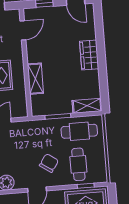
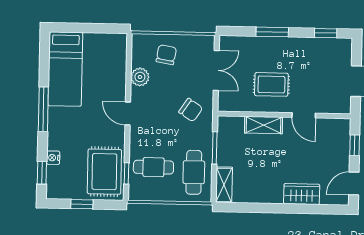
door: (23, 30) -> (304, 115), moved
wardrobe: (89, 55) -> (302, 194), moved
chair: (49, 163) -> (191, 110), moved

